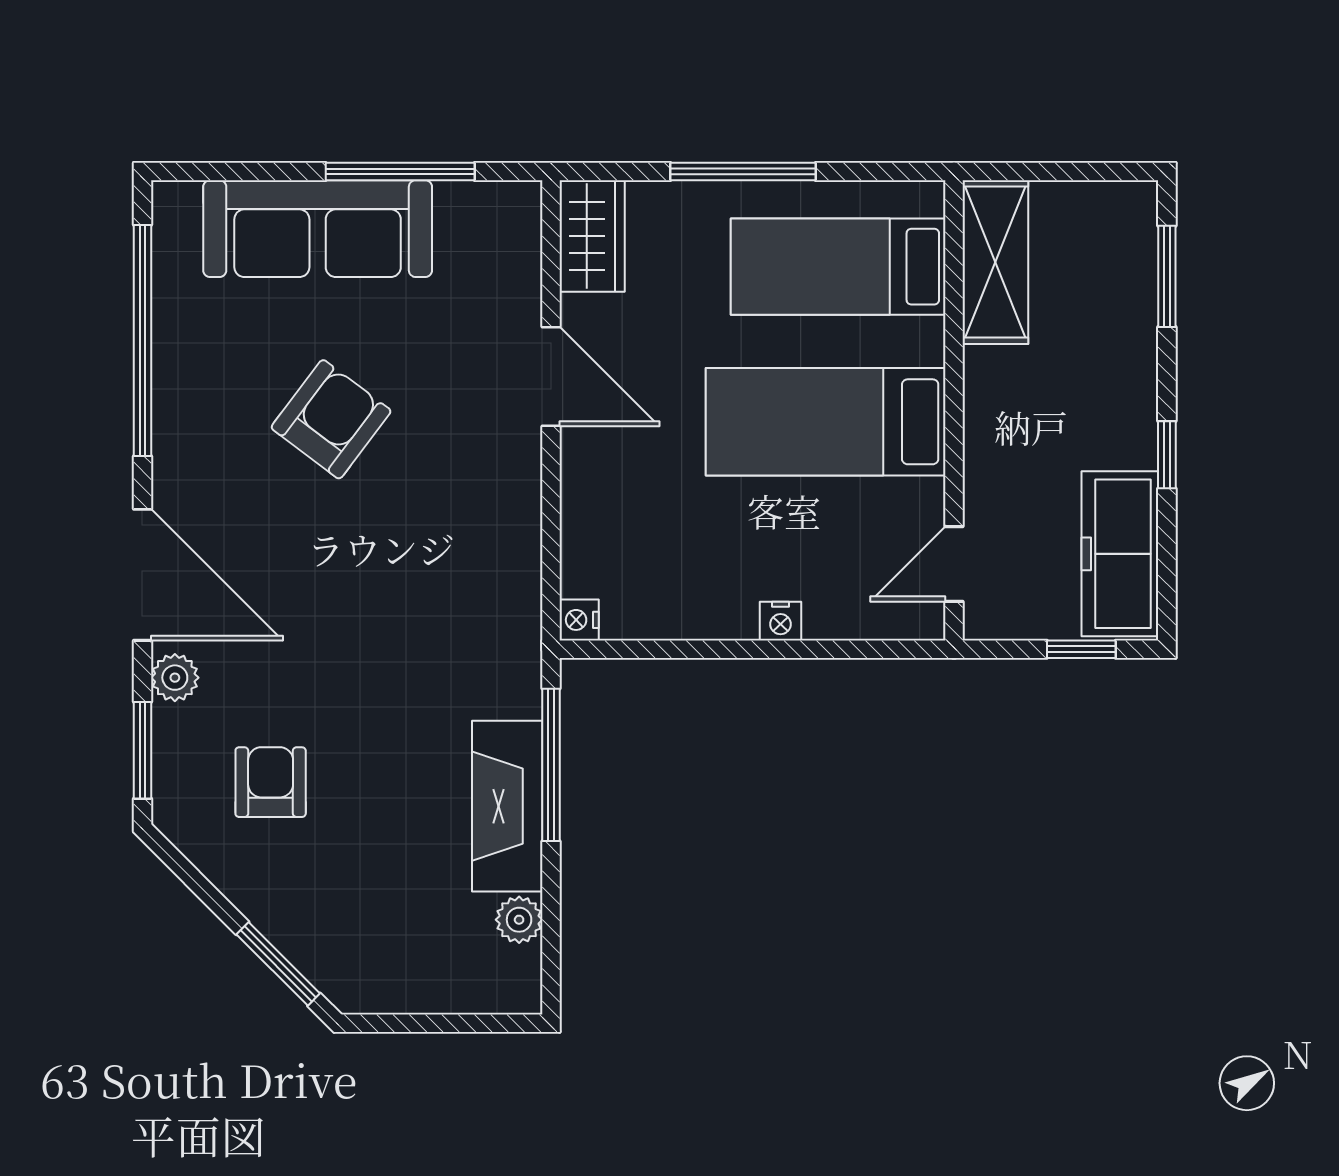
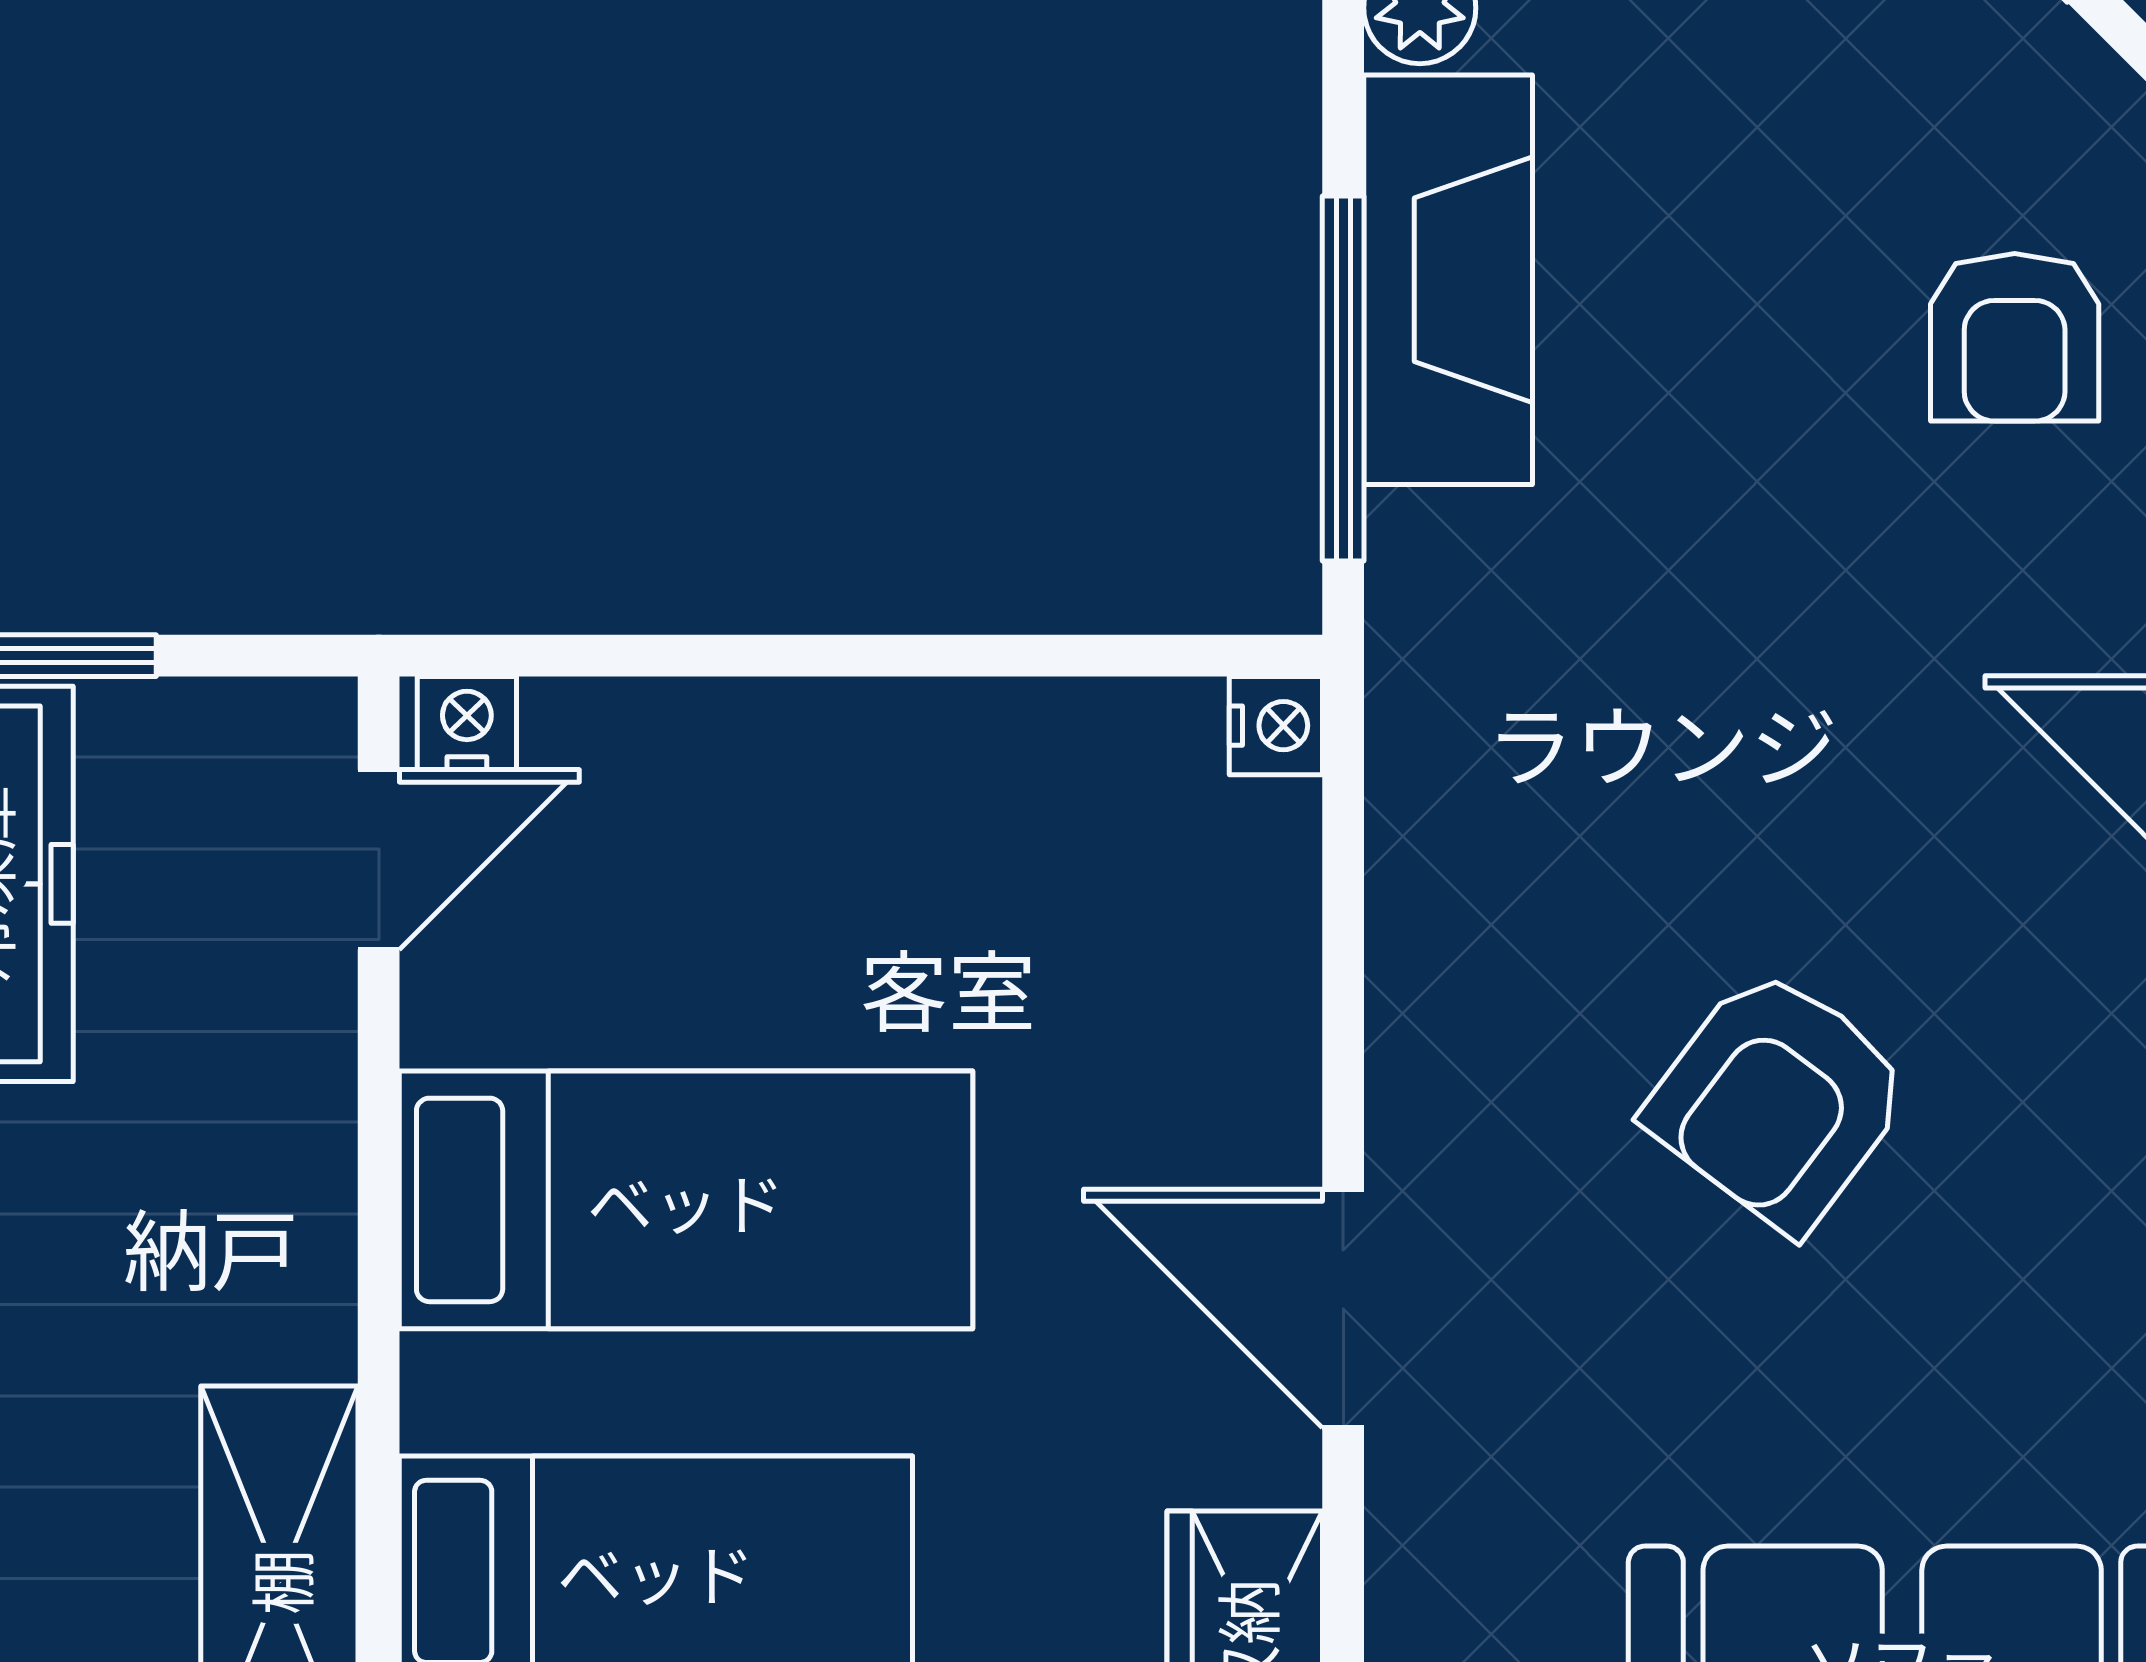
armchair: (331, 419) -> (1779, 1099), moved
nightstand: (781, 621) -> (467, 723), moved

